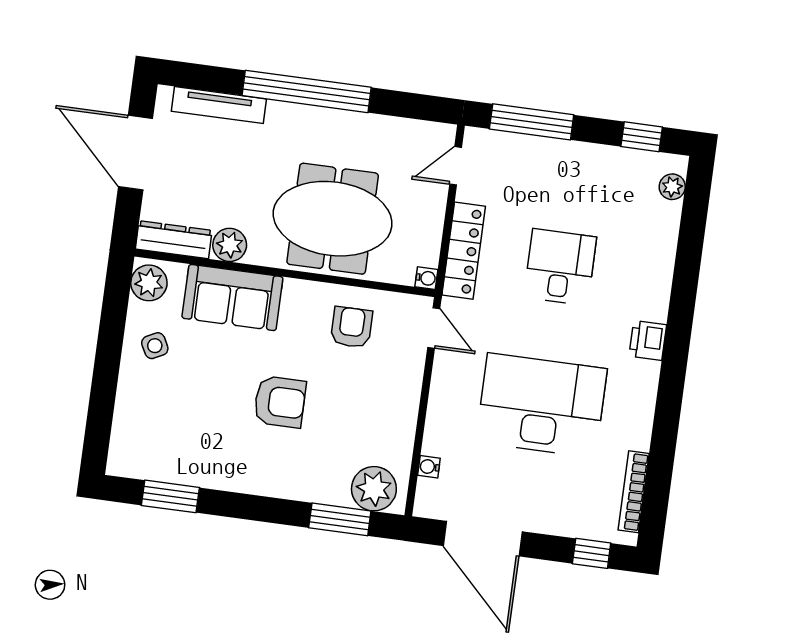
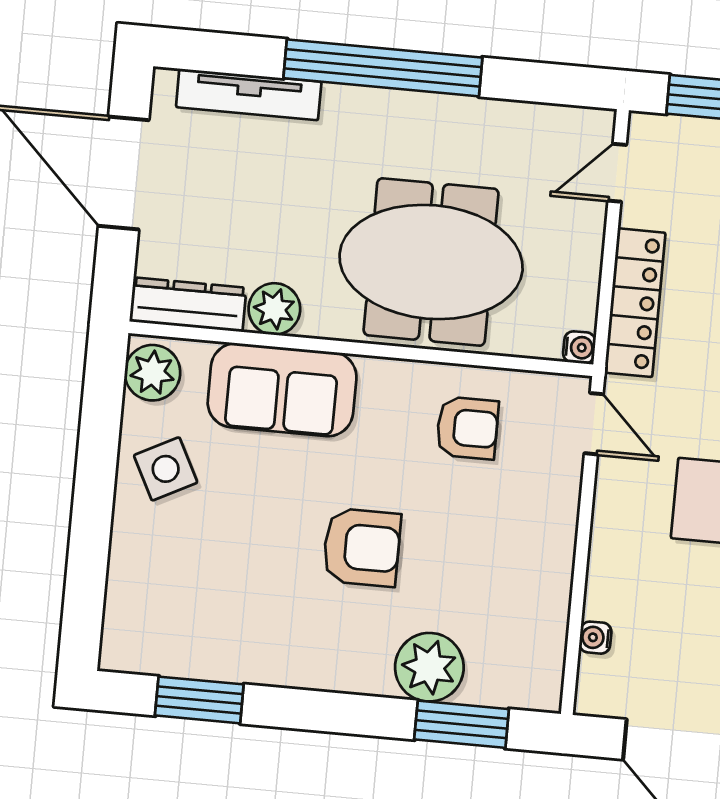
armchair: (352, 327) -> (467, 428), turned 90
side table: (155, 346) -> (166, 469), width x1.37, depth x1.37
plant: (374, 489) -> (429, 667), moved

